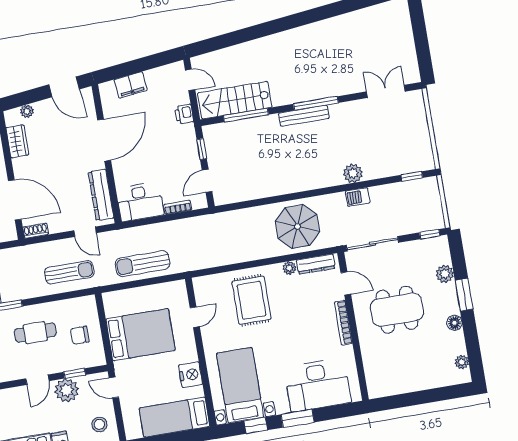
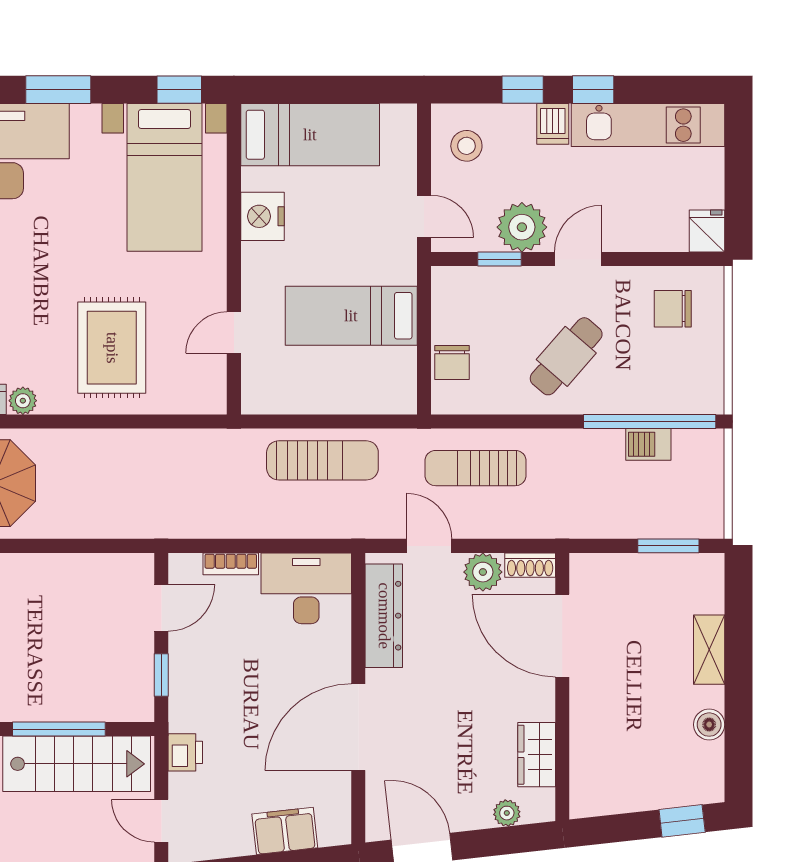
plant: (57, 224) -> (483, 572), added
cafe table: (35, 333) -> (566, 356), turned -49
chair: (80, 335) -> (452, 363), moved, turned 90
bed: (140, 335) -> (351, 316), width x0.67
window: (256, 425) -> (179, 90), moved

